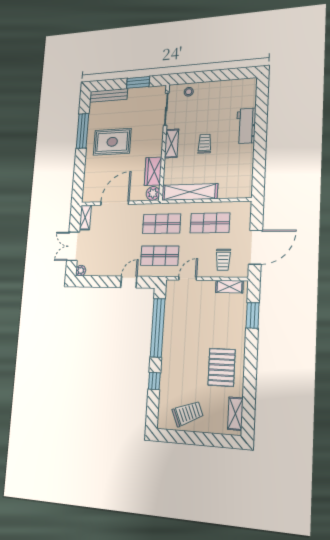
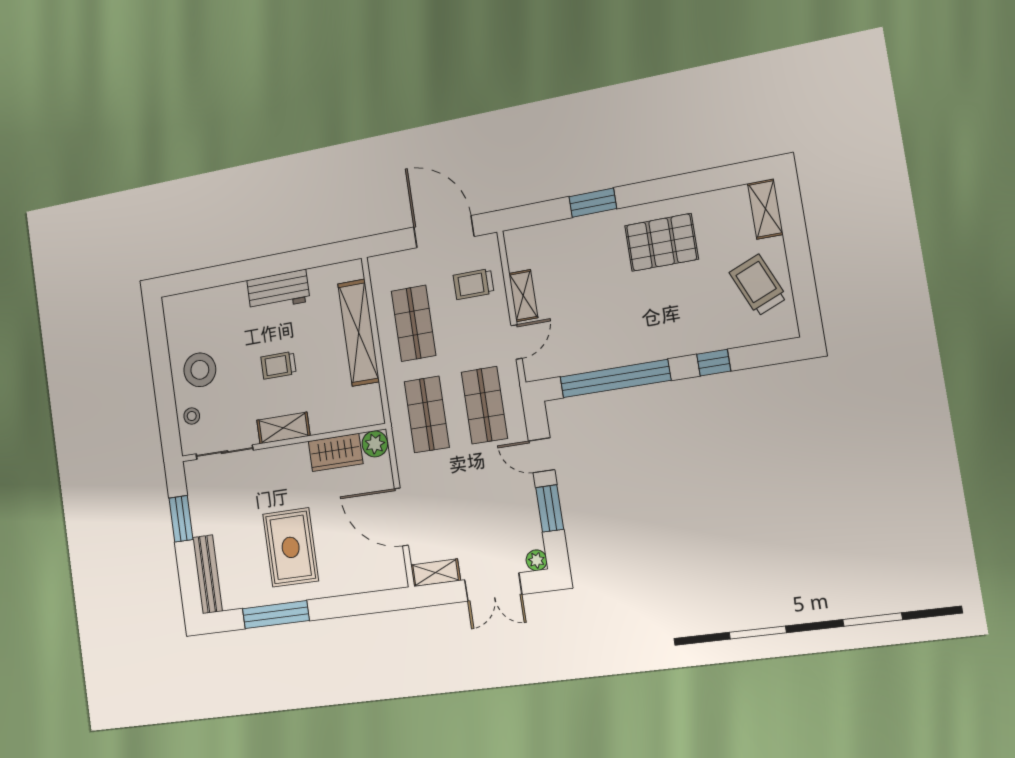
stool: (212, 98) -> (200, 370), added
workbench: (246, 126) -> (278, 291), moved
shelving: (189, 192) -> (359, 333), moved
trolley: (223, 260) -> (474, 284), turned 180
door: (188, 278) -> (517, 342), swing flipped
window: (103, 282) -> (550, 508), added
shelving: (229, 287) -> (523, 296), moved
window: (253, 315) -> (593, 203), moved
shelving: (235, 414) -> (765, 209), moved, turned 90

